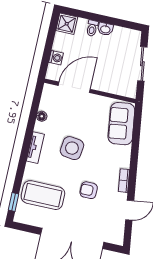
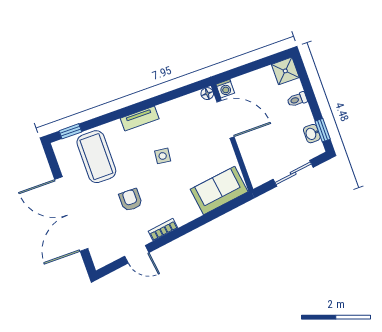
window: (125, 24) -> (323, 130), added
washbasin: (105, 29) -> (312, 134), moved
washing machine: (56, 58) -> (225, 89), moved
floor lamp: (42, 116) -> (207, 94), moved
side table: (72, 148) -> (163, 156), width x0.54, depth x0.54

